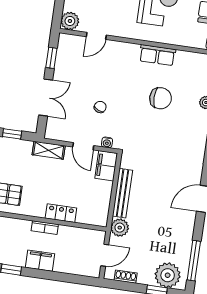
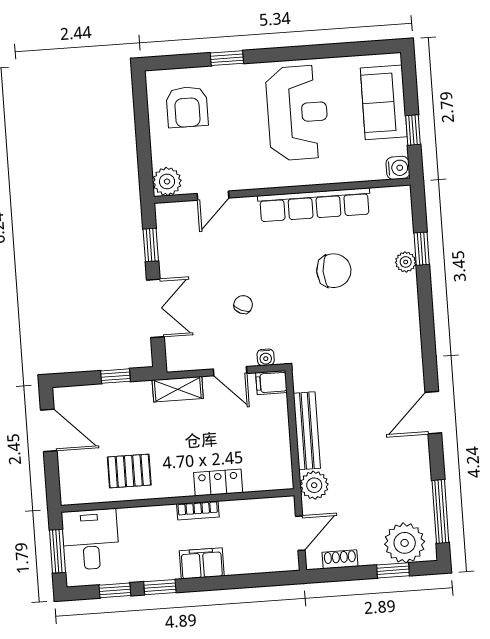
row of seats: (157, 55) -> (314, 205), width x2.02
filing cabinet: (106, 166) -> (271, 383), width x0.50

